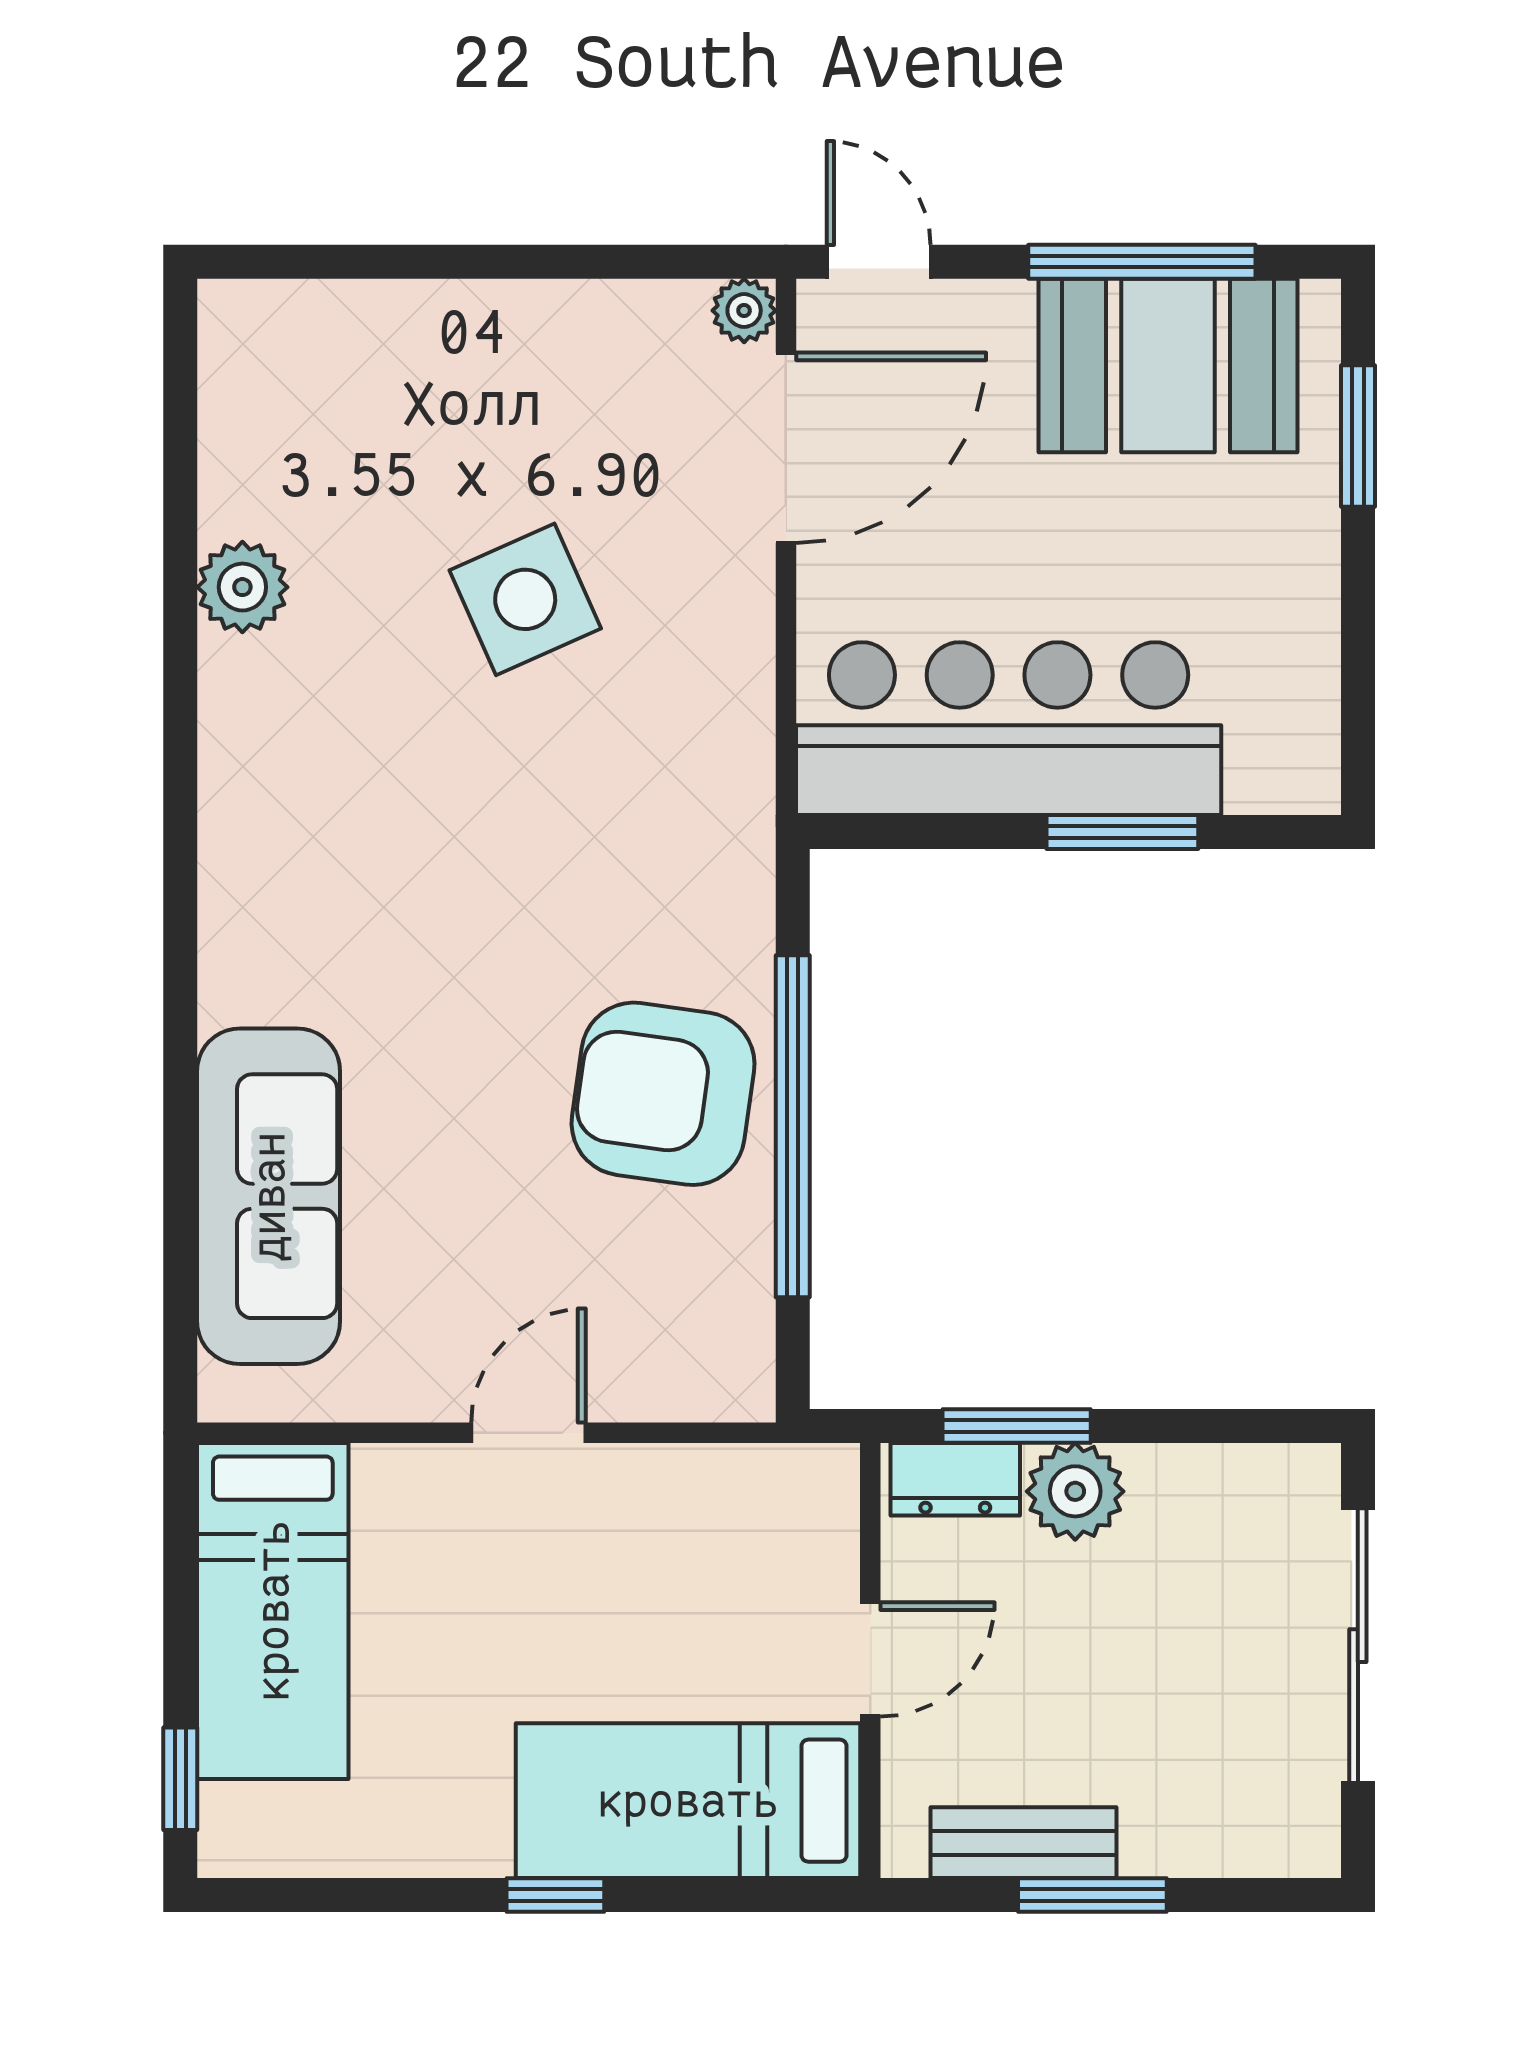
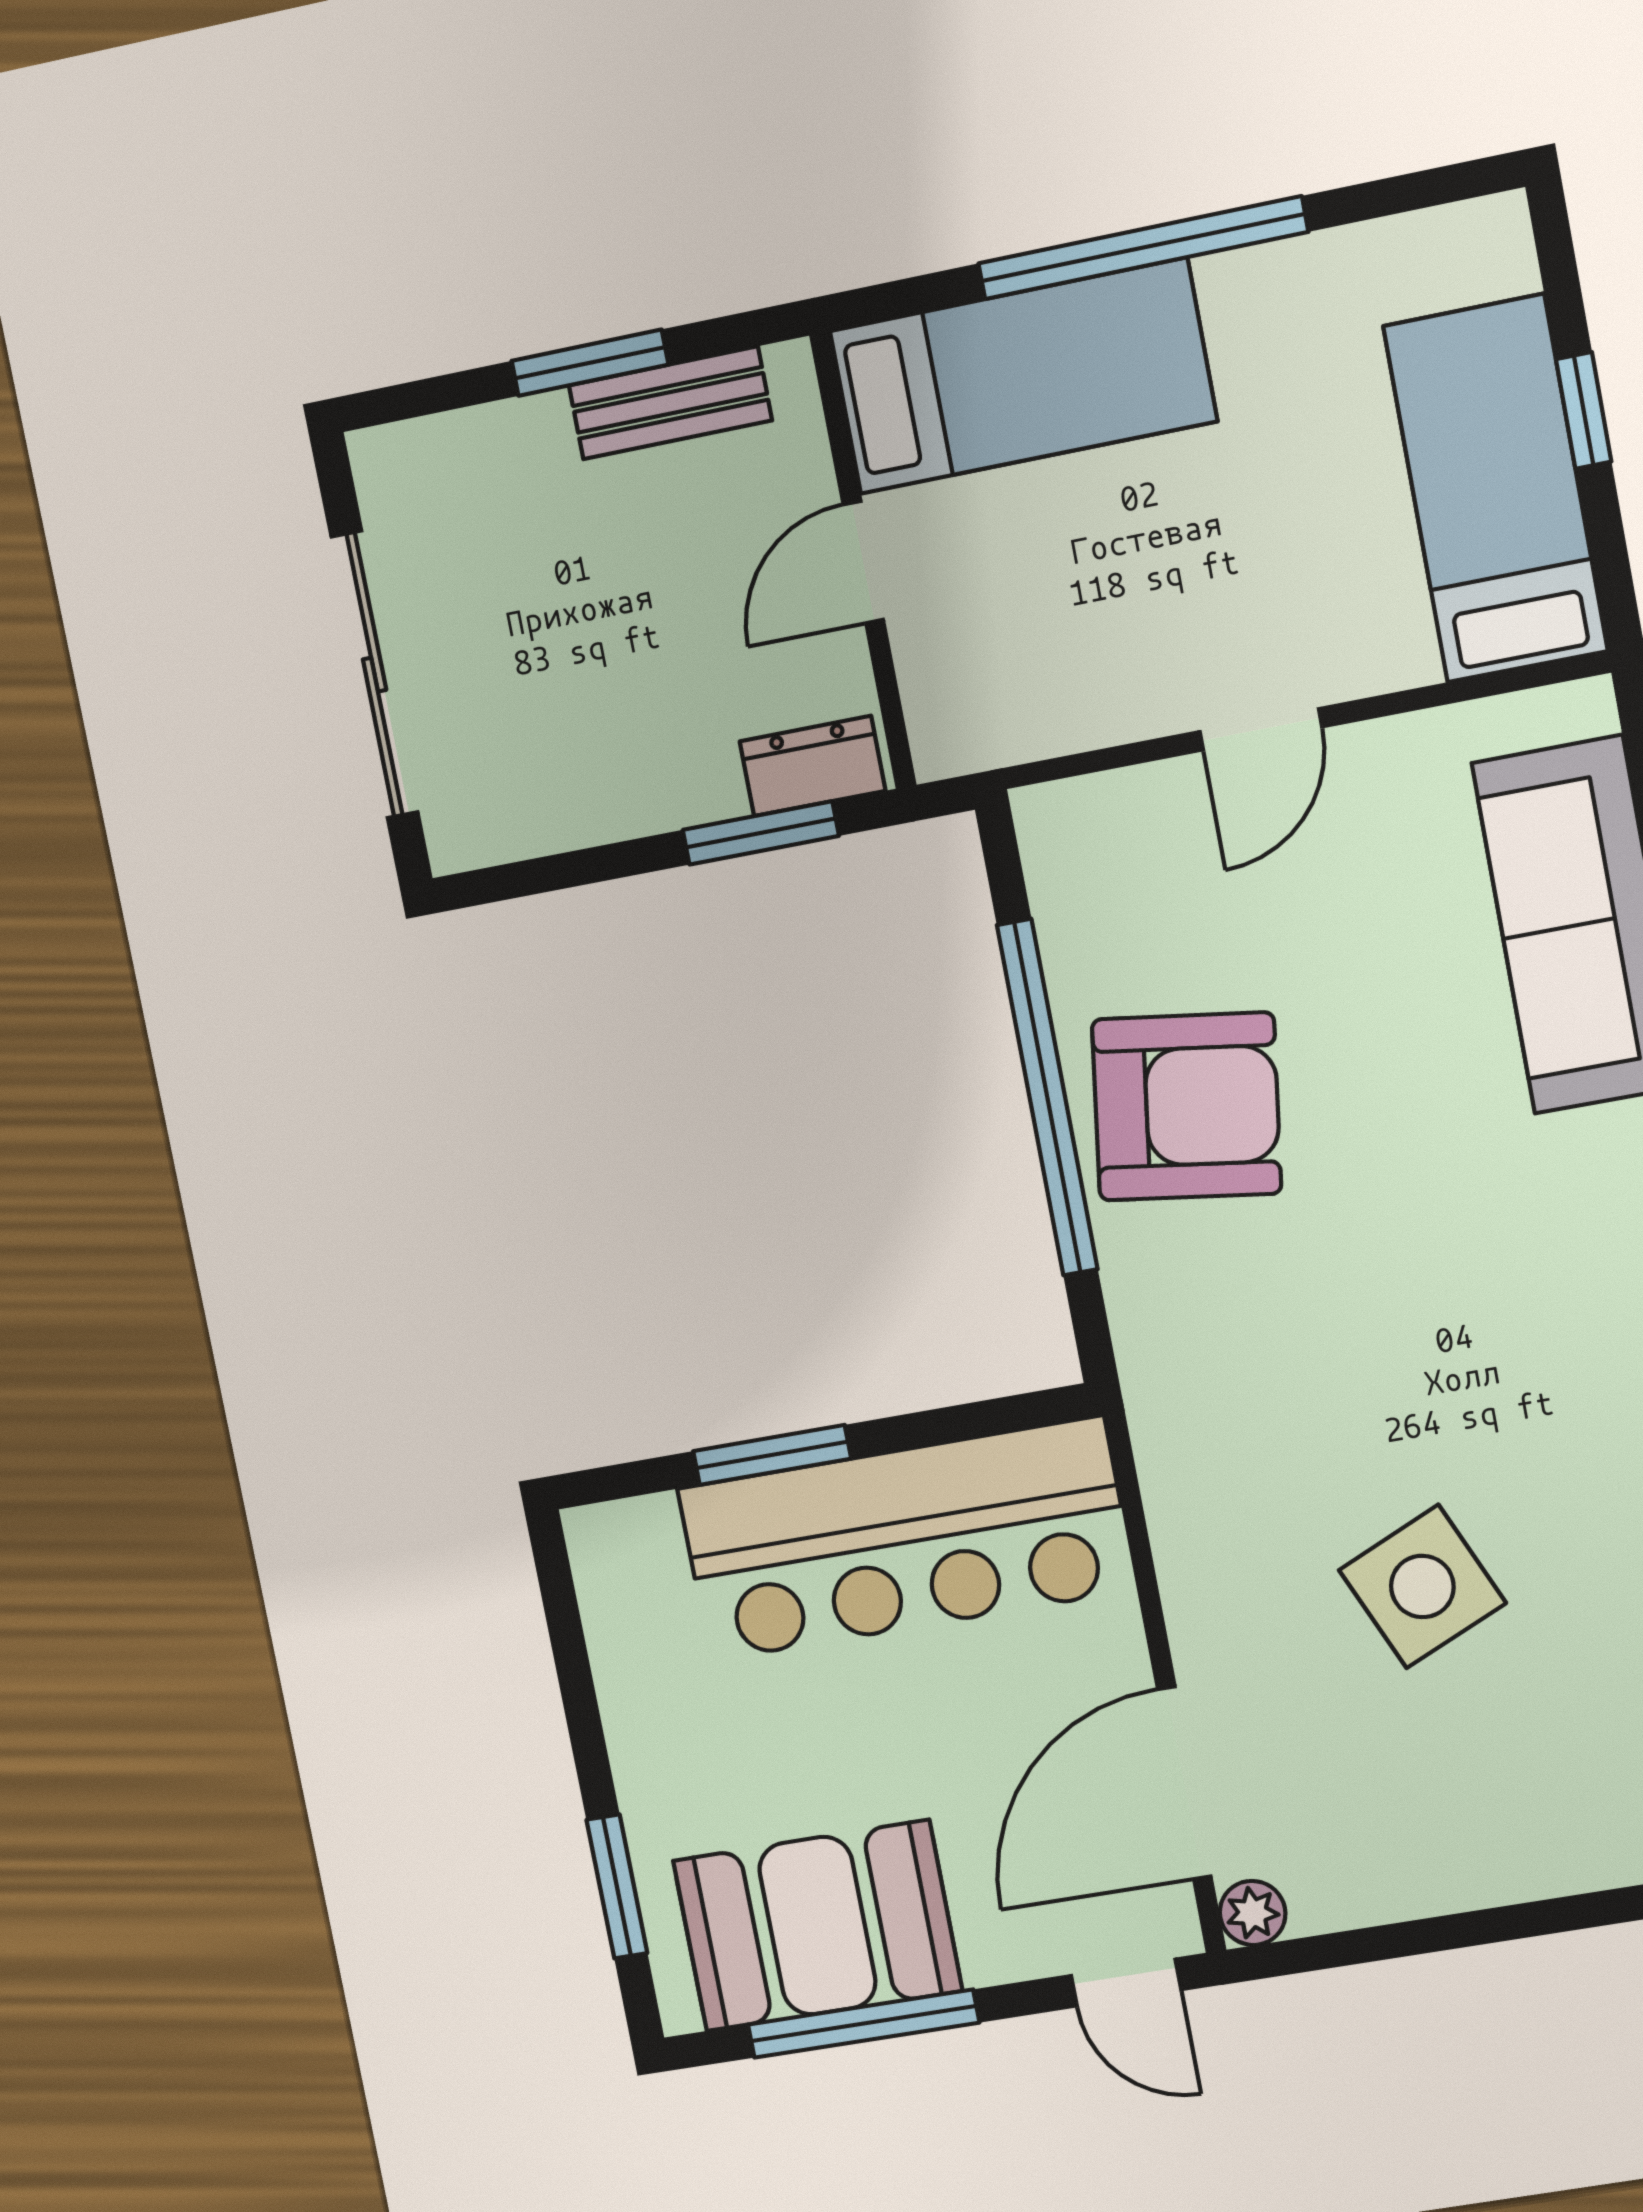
plant: (1075, 1491) -> (689, 777), removed
window: (180, 1779) -> (1584, 410), moved
window: (555, 1895) -> (1143, 248), width x3.17

